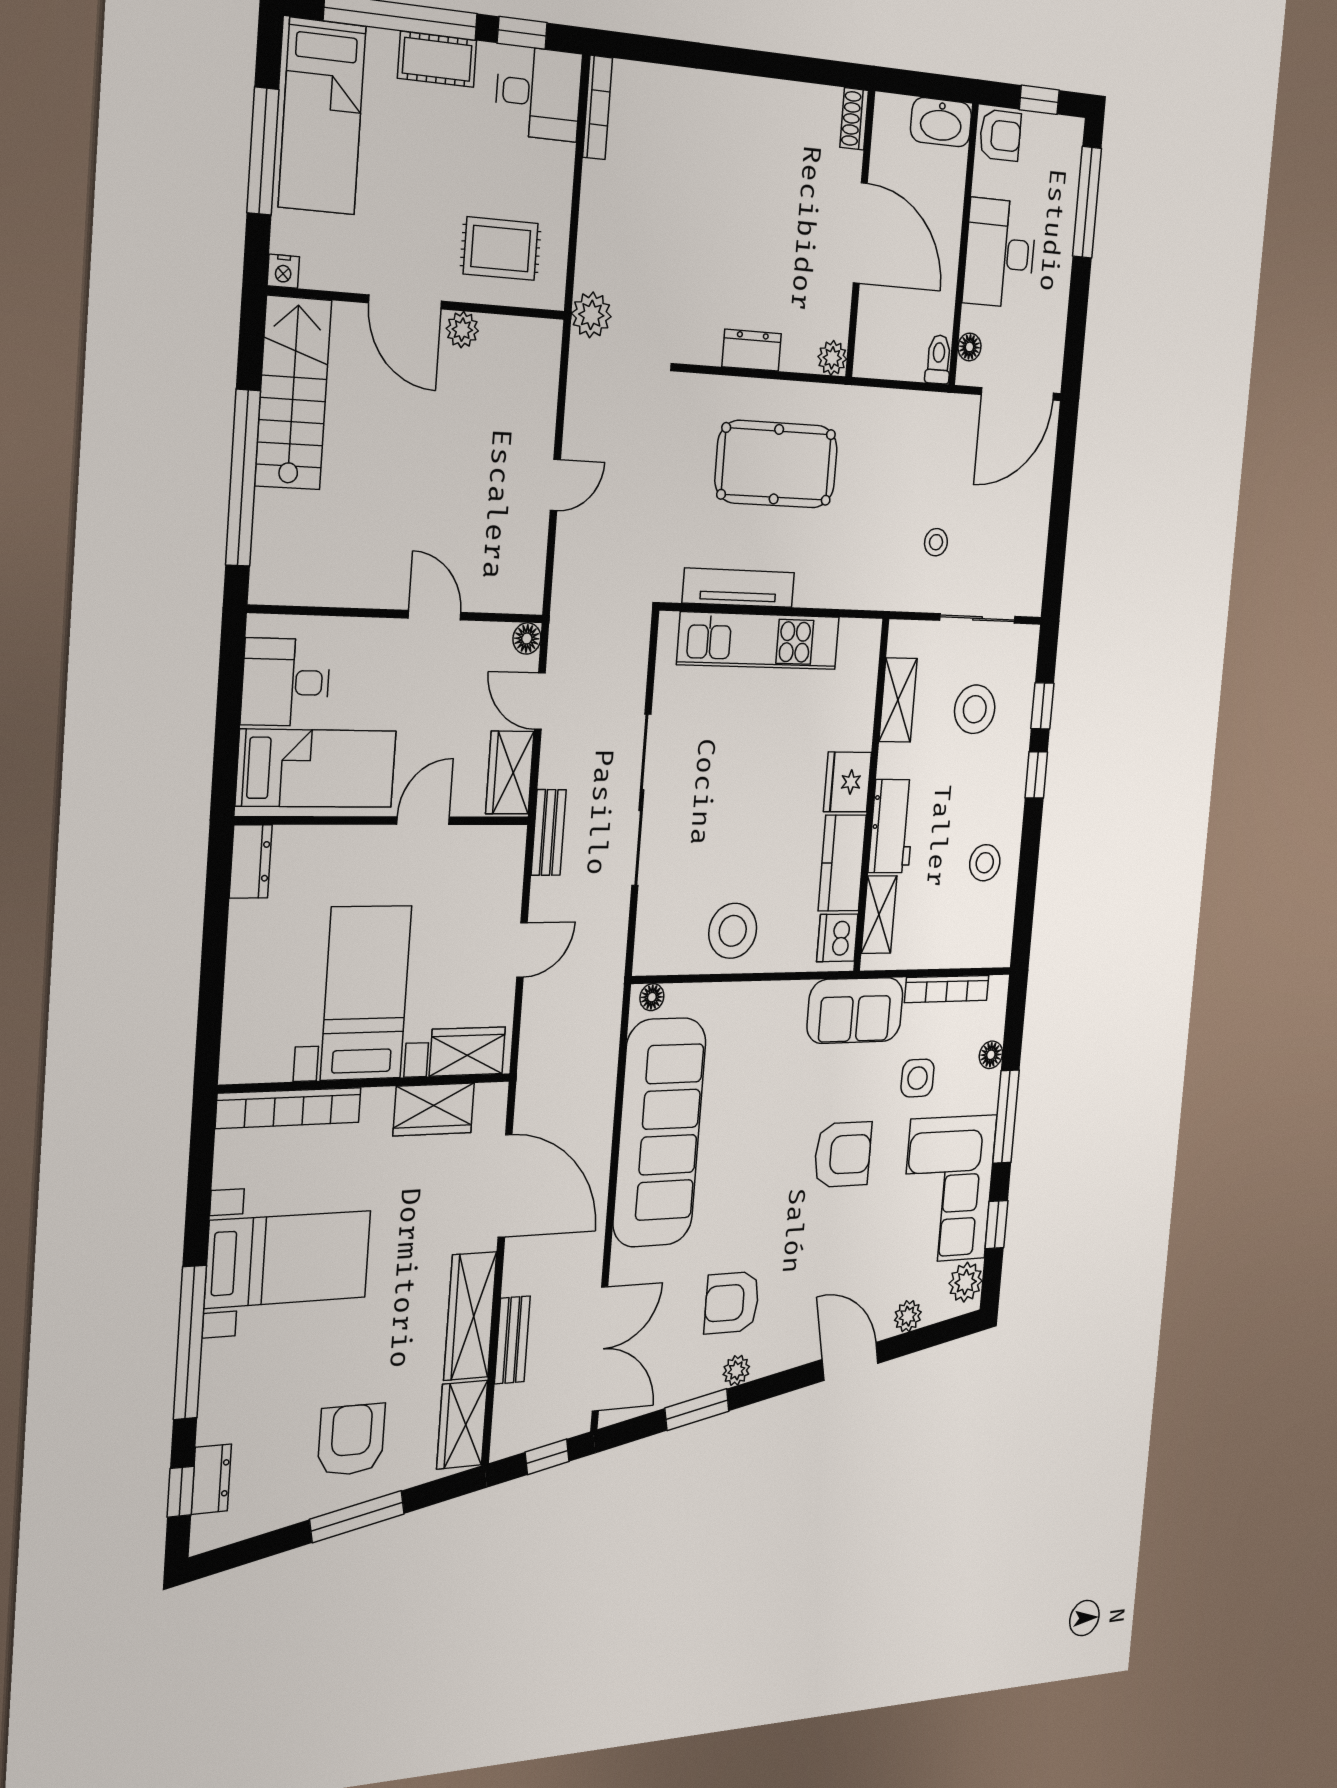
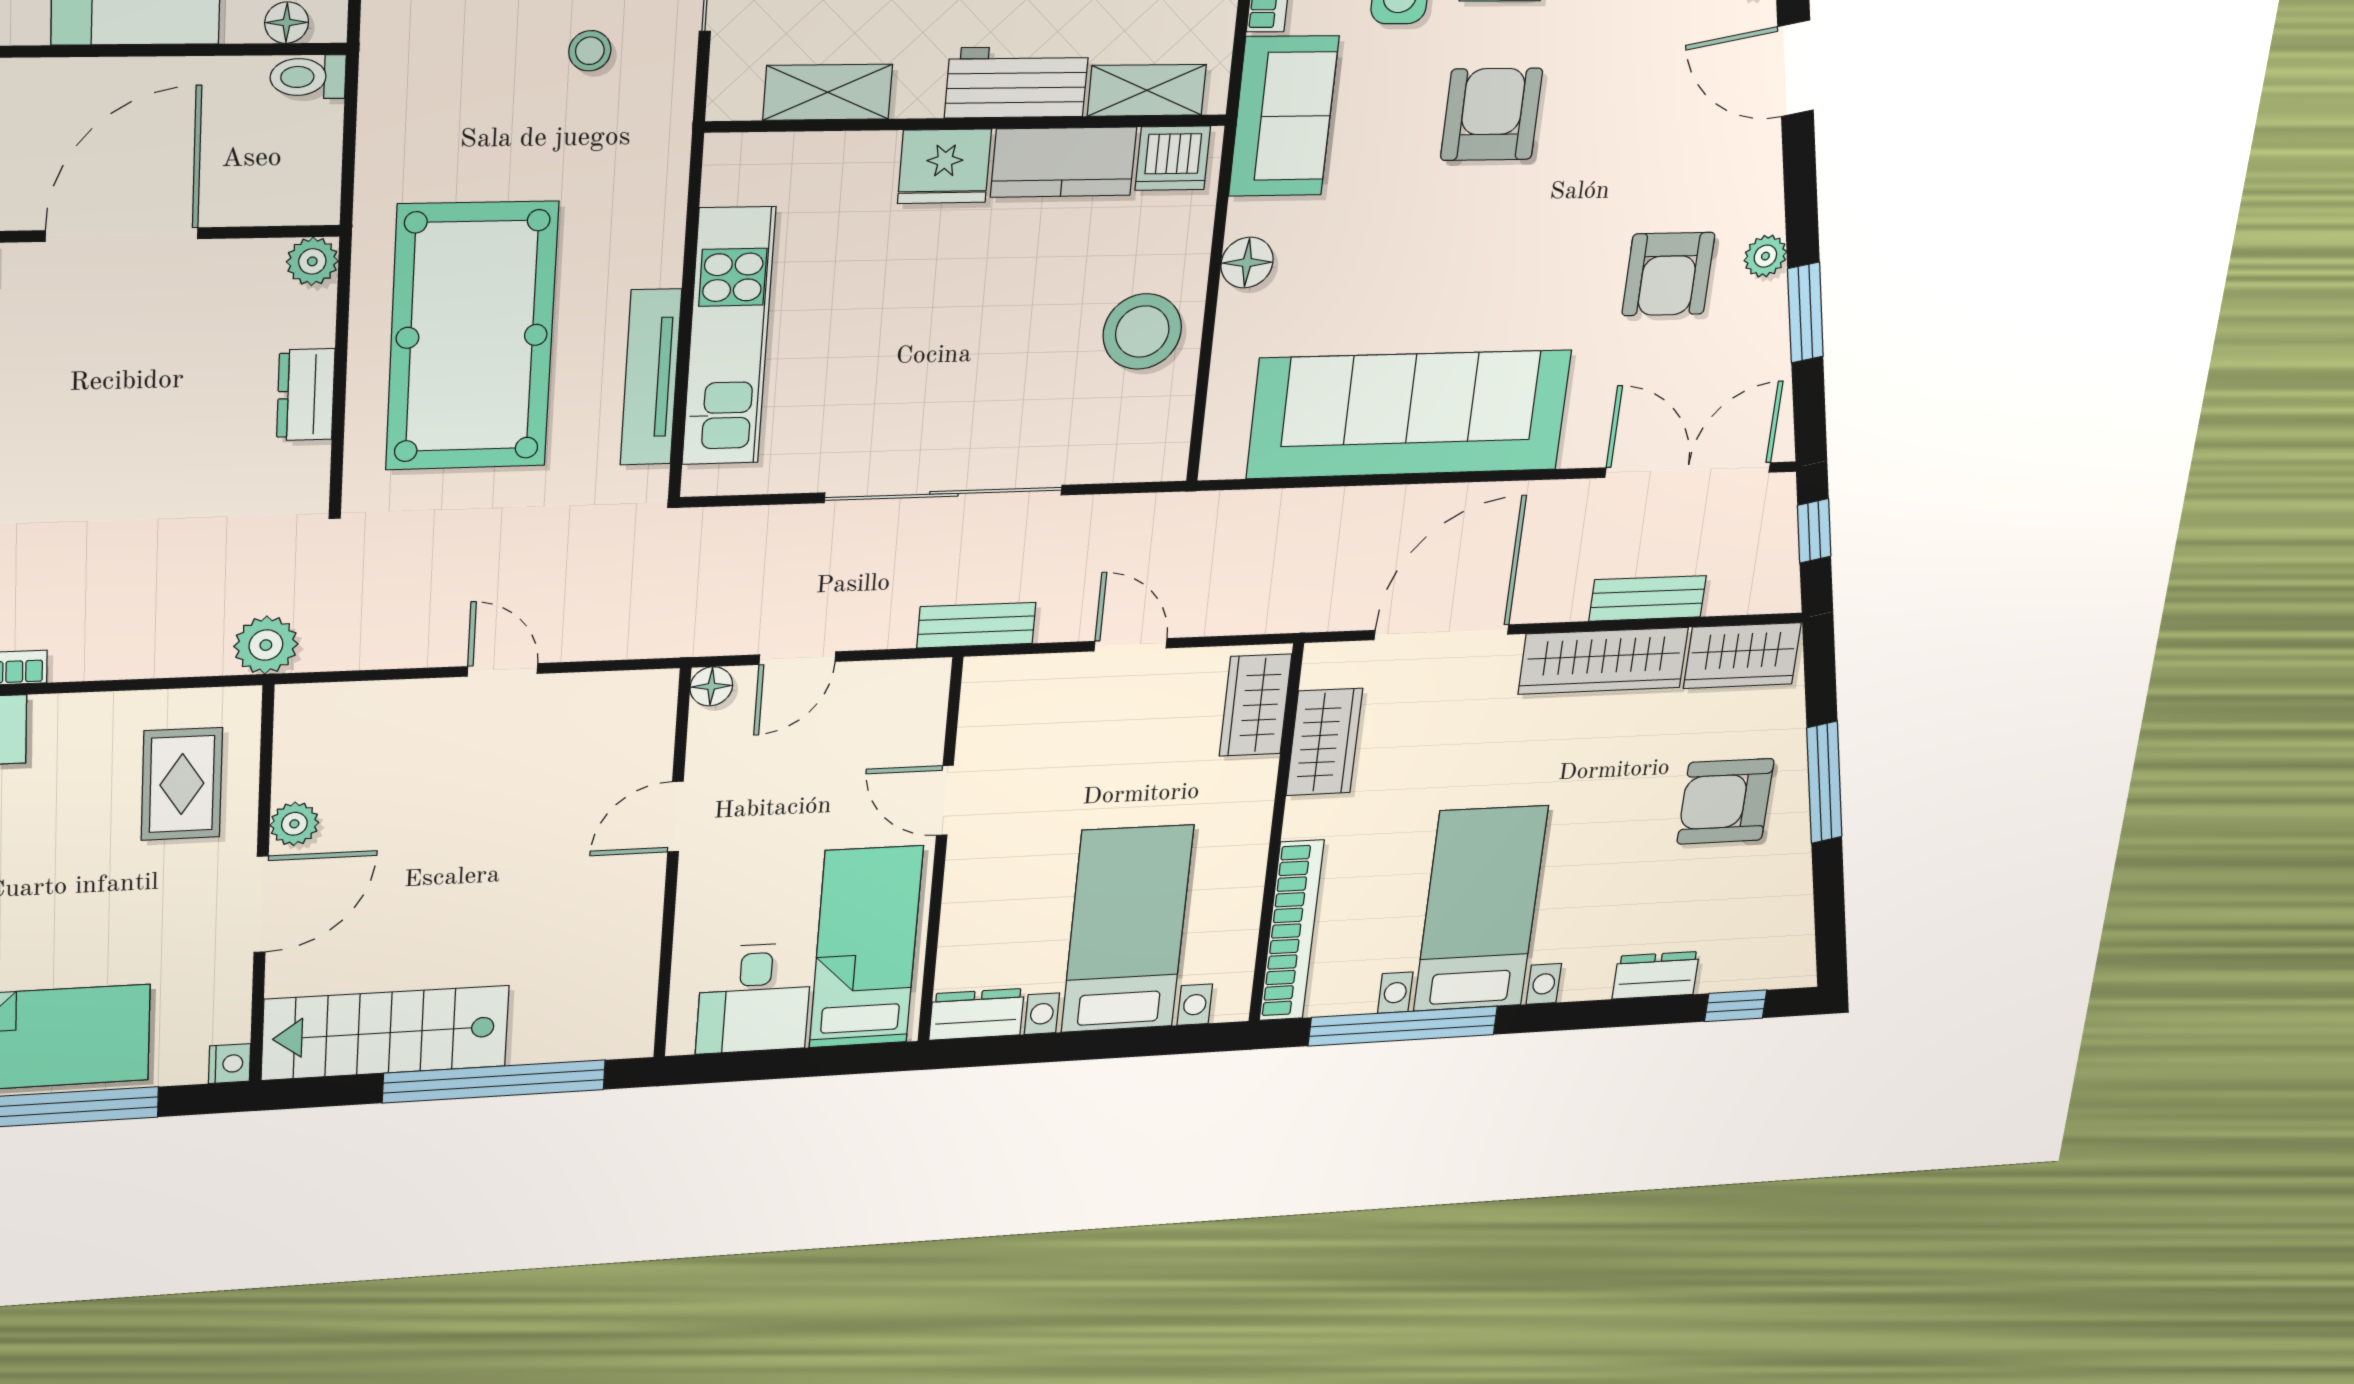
pool table: (776, 464) -> (472, 336), width x1.36, depth x1.32
wardrobe: (510, 773) -> (891, 689), removed
bed with nightstands: (366, 993) -> (1127, 929), moved, turned 90
floor lamp: (652, 997) -> (1247, 263), moved, width x1.37, depth x1.37
window: (190, 1342) -> (1403, 1026), moved
door: (850, 1361) -> (1796, 68), hinge flipped
dresser: (211, 1479) -> (1656, 975), moved

